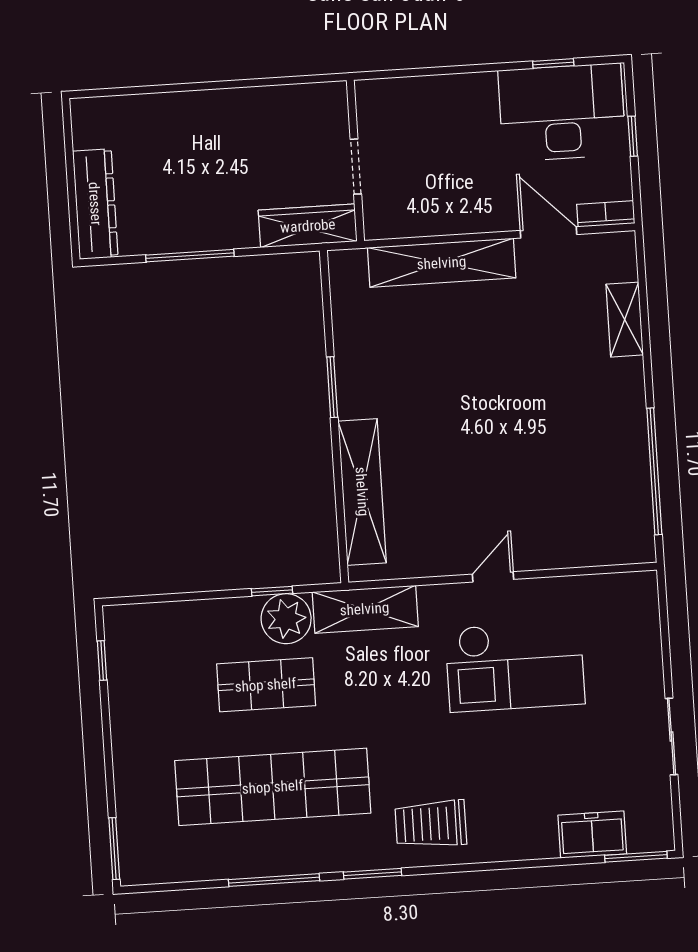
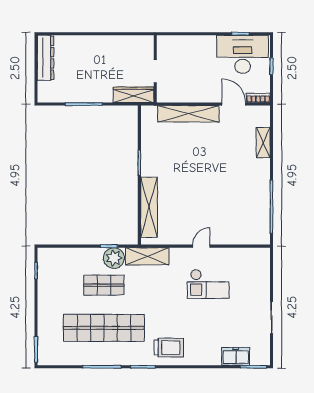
dresser: (95, 204) -> (46, 58), moved
checkout: (515, 666) -> (208, 284), width x0.73, depth x0.83
trolley: (431, 824) -> (169, 348), turned 180

